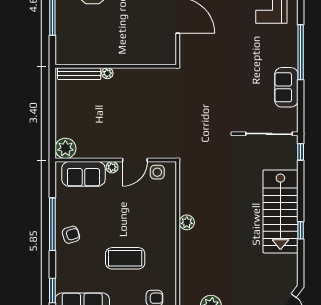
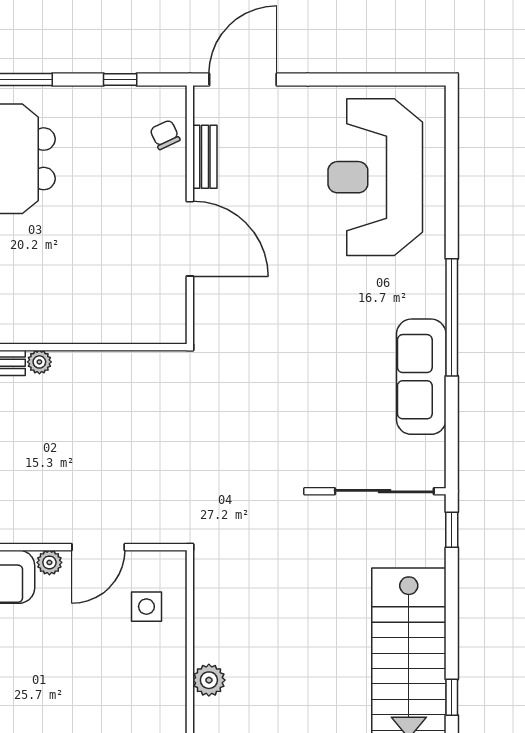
sofa: (286, 87) -> (421, 377), width x1.36
side table: (157, 172) -> (146, 607), moved

